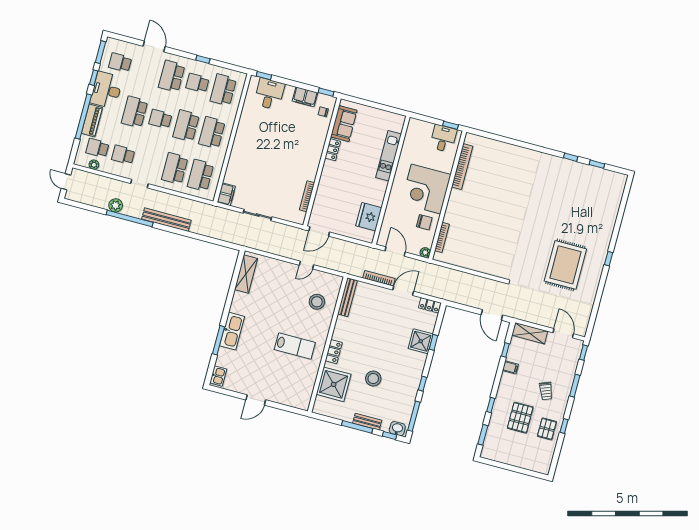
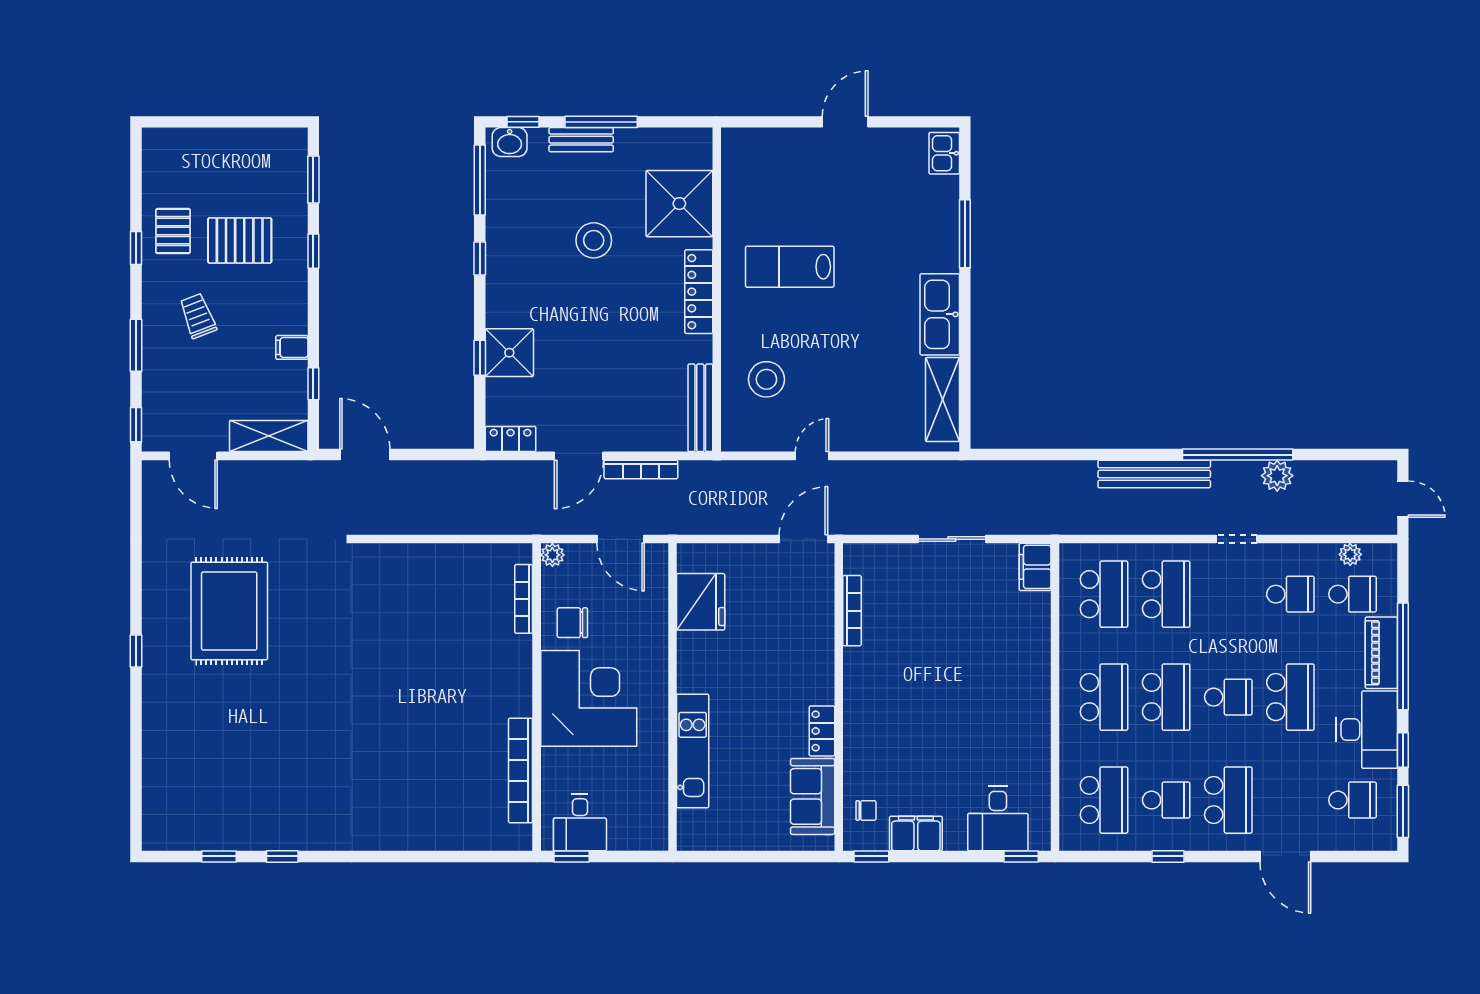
kitchen sink: (232, 331) -> (940, 314), moved
locker: (334, 352) -> (699, 292), width x1.53
pallet: (520, 418) -> (240, 240), turned 90

